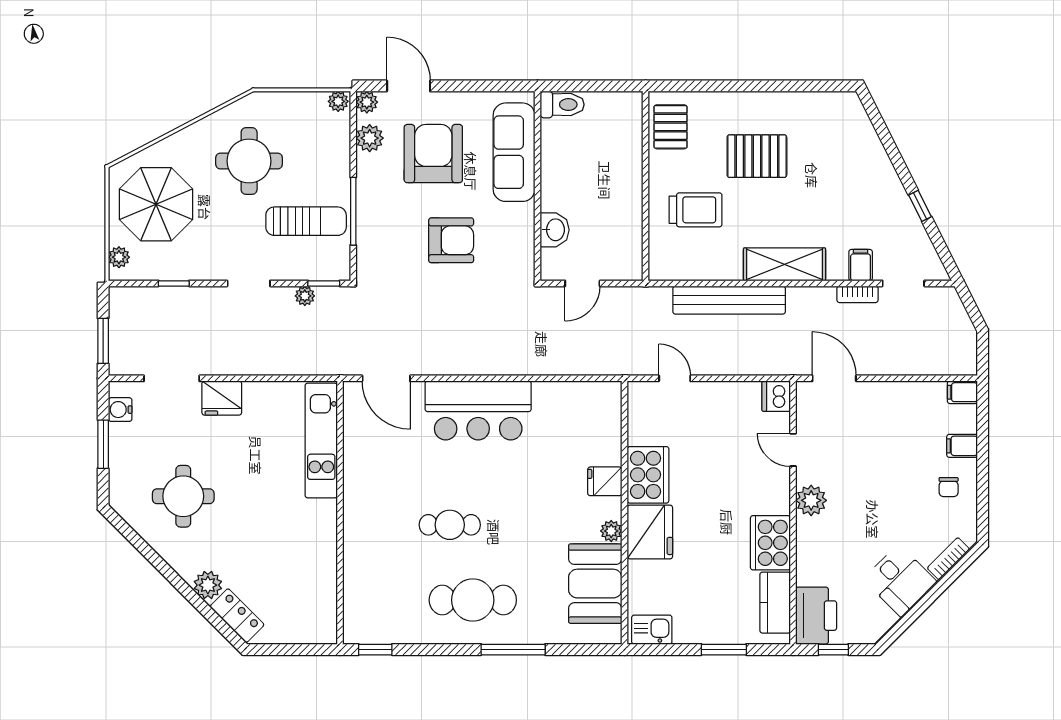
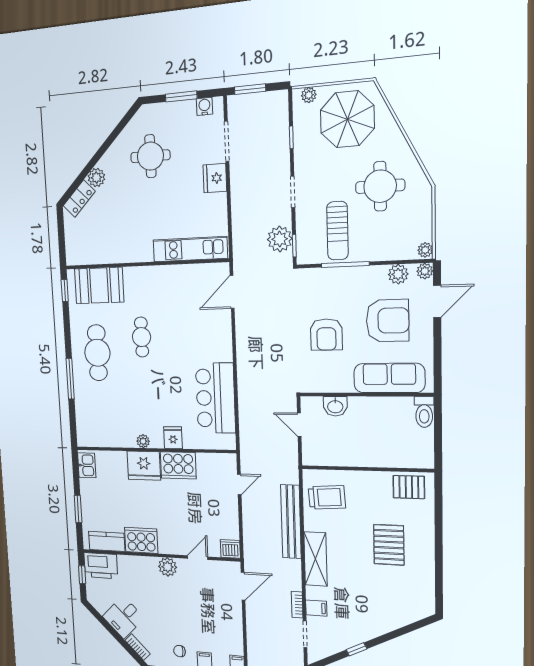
trolley: (696, 210) -> (327, 497), moved, turned -94
plant: (305, 296) -> (280, 239), width x1.87, depth x1.87
bar counter: (478, 410) -> (215, 398), moved
booth: (595, 584) -> (99, 285), moved

